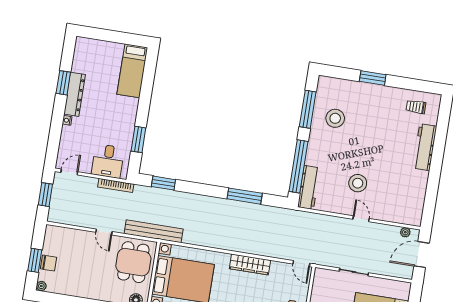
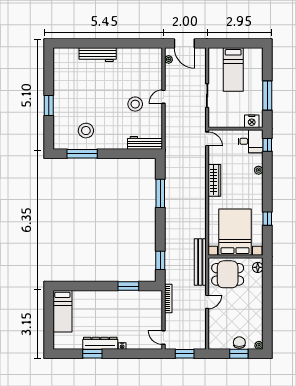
bed: (132, 71) -> (62, 311), moved, turned 90
trolley: (416, 107) -> (66, 67), removed
desk: (108, 161) -> (150, 308), removed
window: (299, 166) -> (129, 154), removed
door: (301, 264) -> (207, 139), hinge flipped

